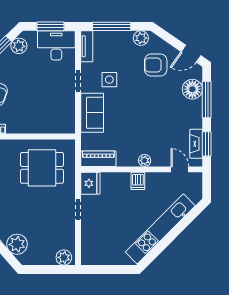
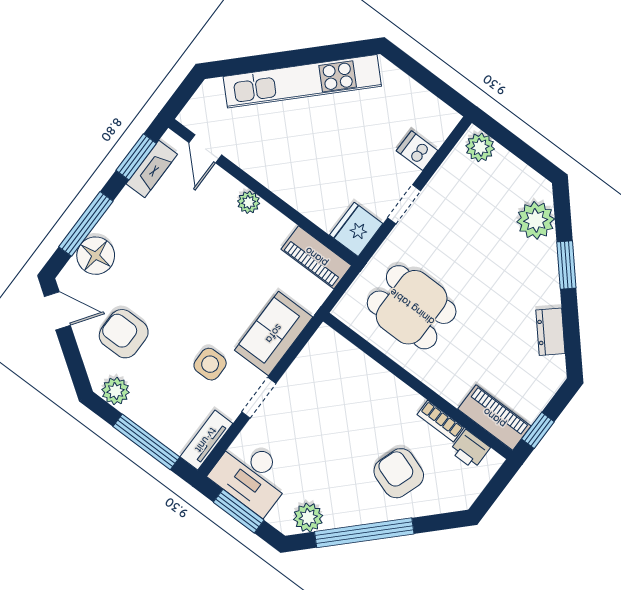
armchair: (156, 65) -> (124, 334), turned 180
dishwasher: (138, 181) -> (417, 151), moved, turned -90

